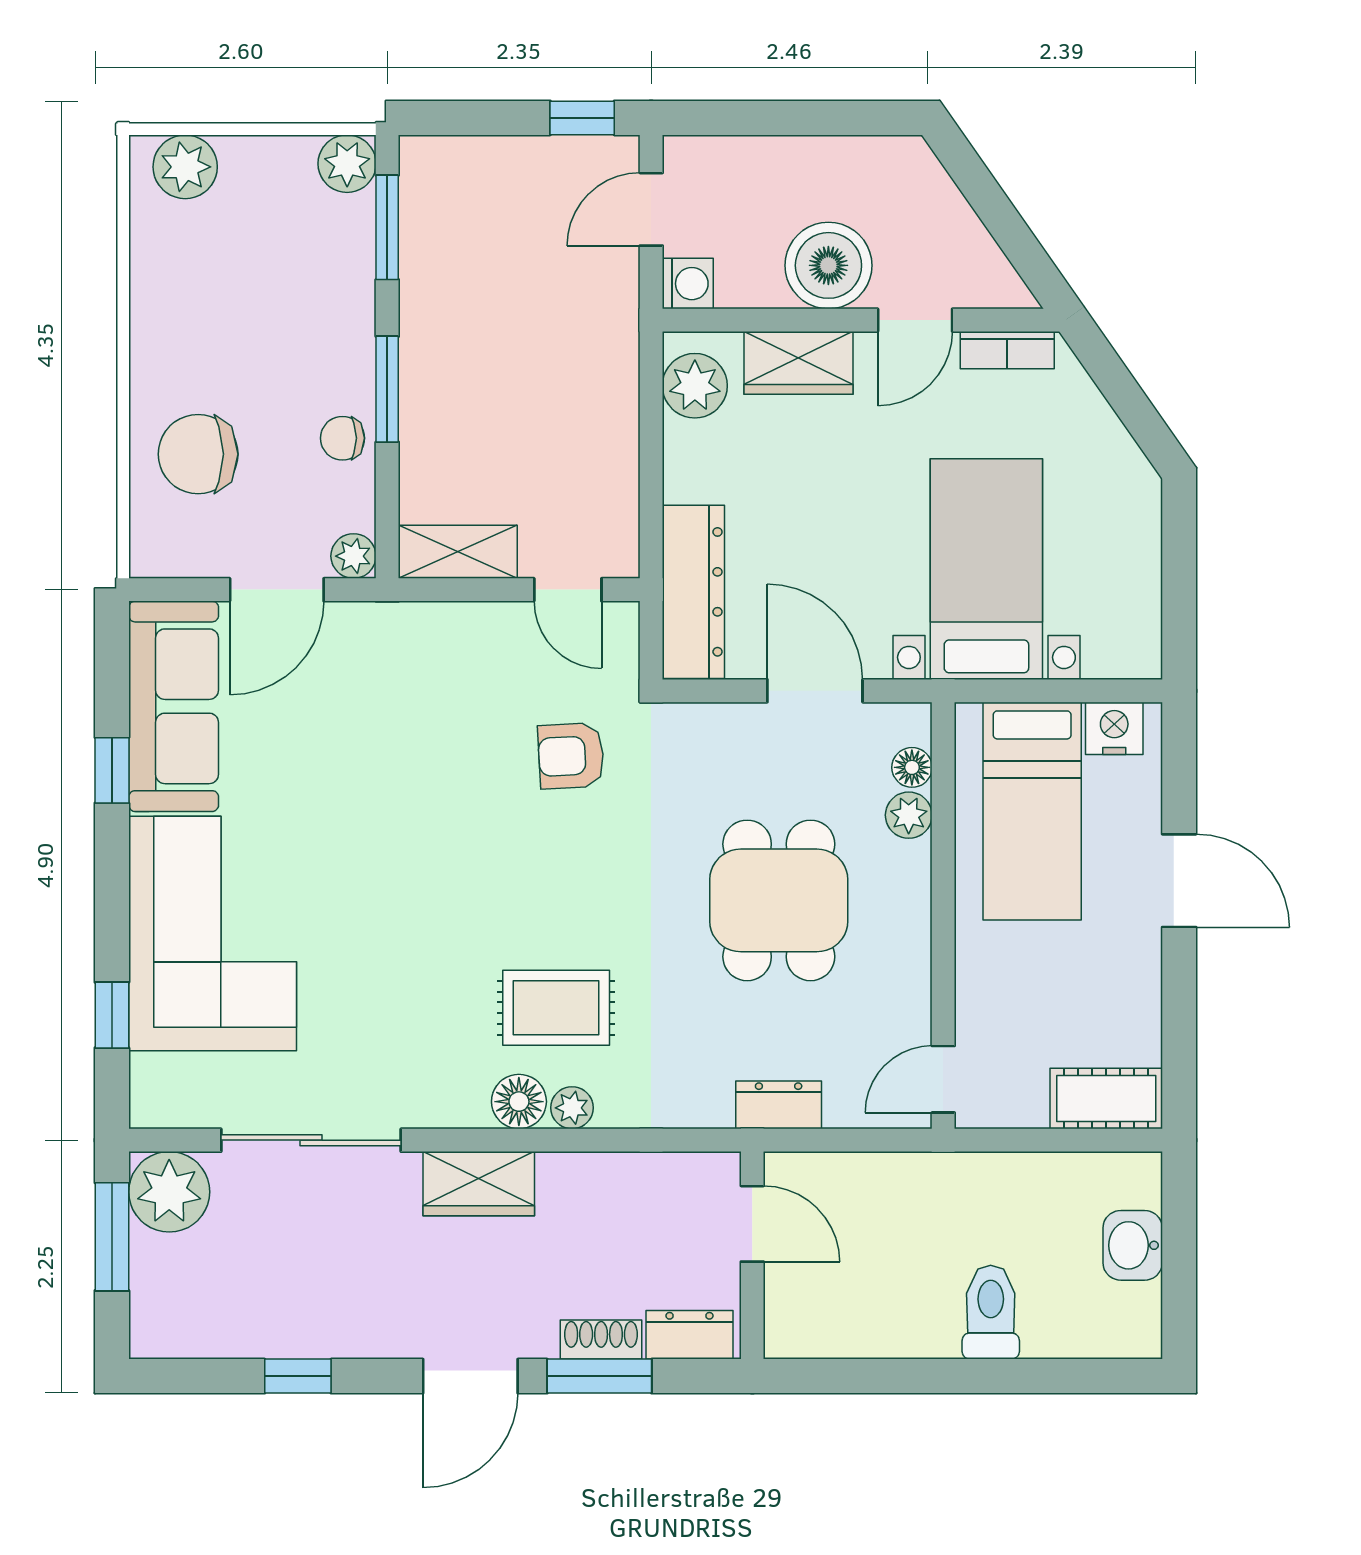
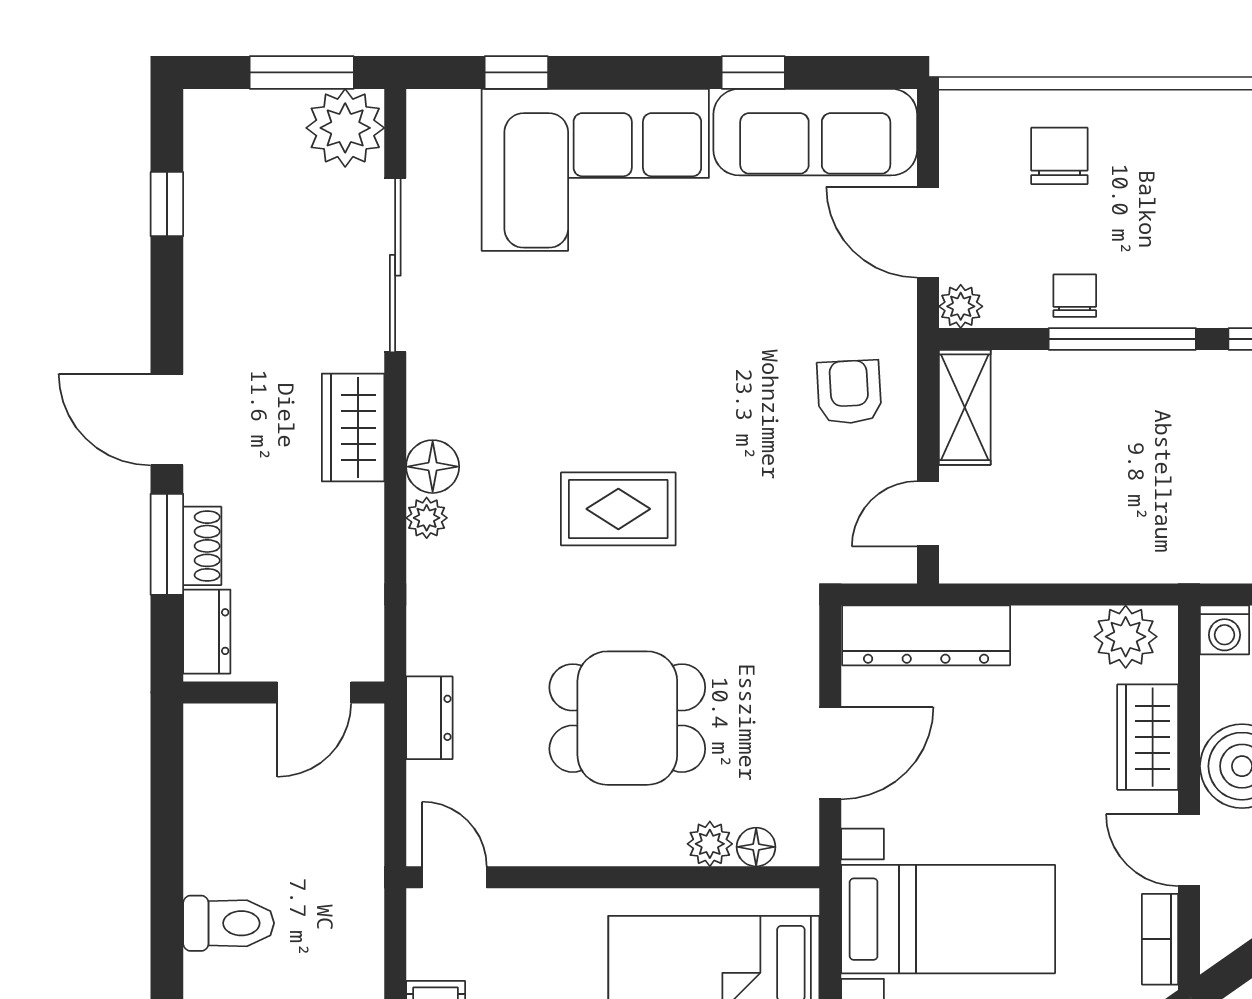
window: (387, 389) -> (1122, 339), width x1.44
chair: (198, 454) -> (1059, 156), width x0.73, depth x0.73
armchair: (571, 756) -> (849, 392), moved
rug: (556, 1008) -> (618, 509), moved, turned 90
window: (298, 1376) -> (167, 204), moved

